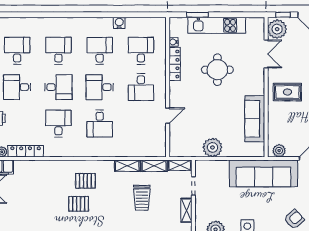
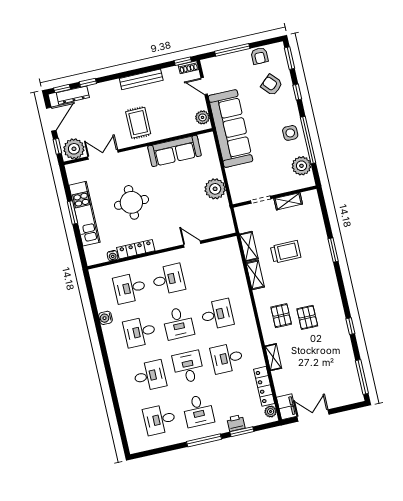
window: (197, 15) -> (72, 212), moved
desk: (58, 51) -> (150, 376), turned 180
shelving: (180, 165) -> (273, 357), moved

